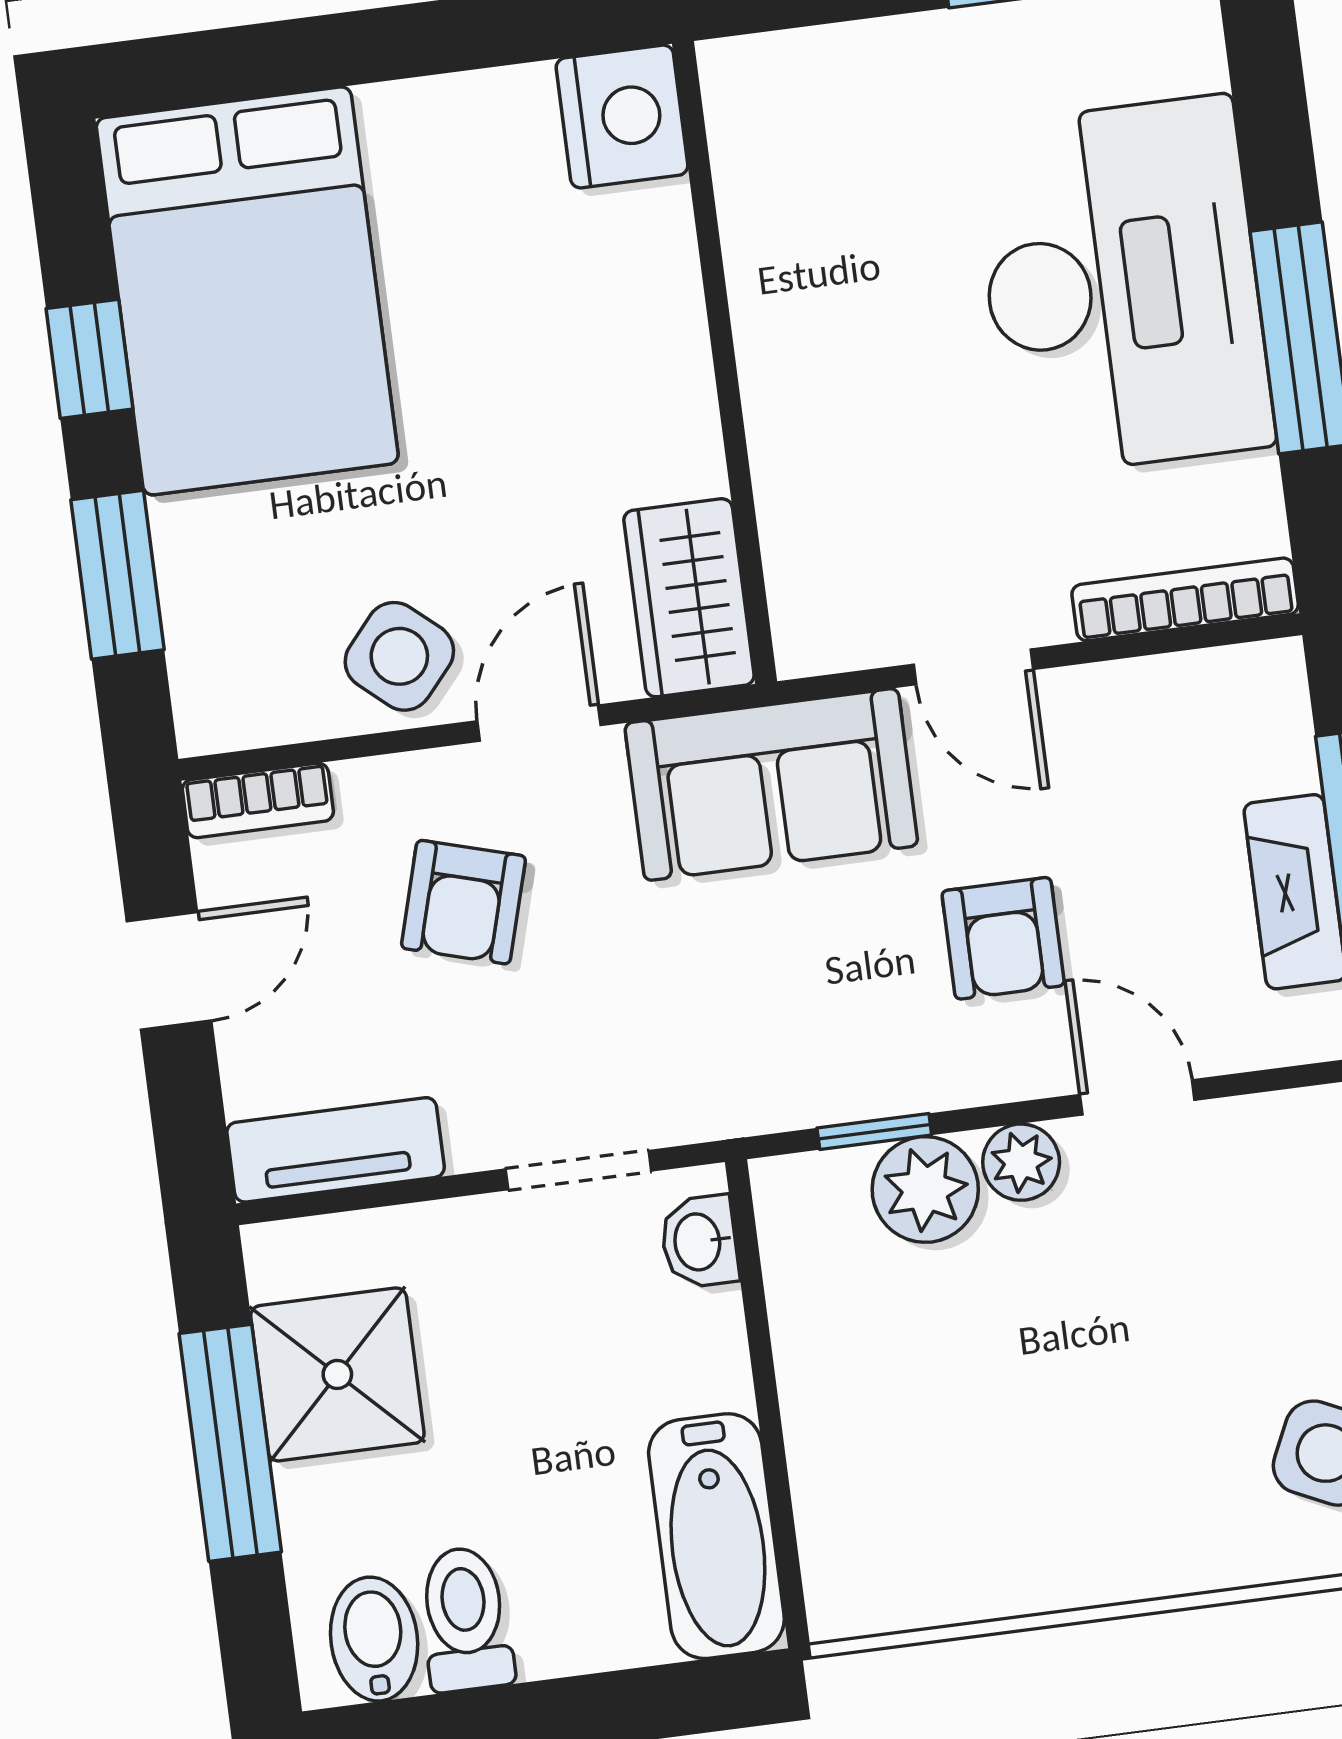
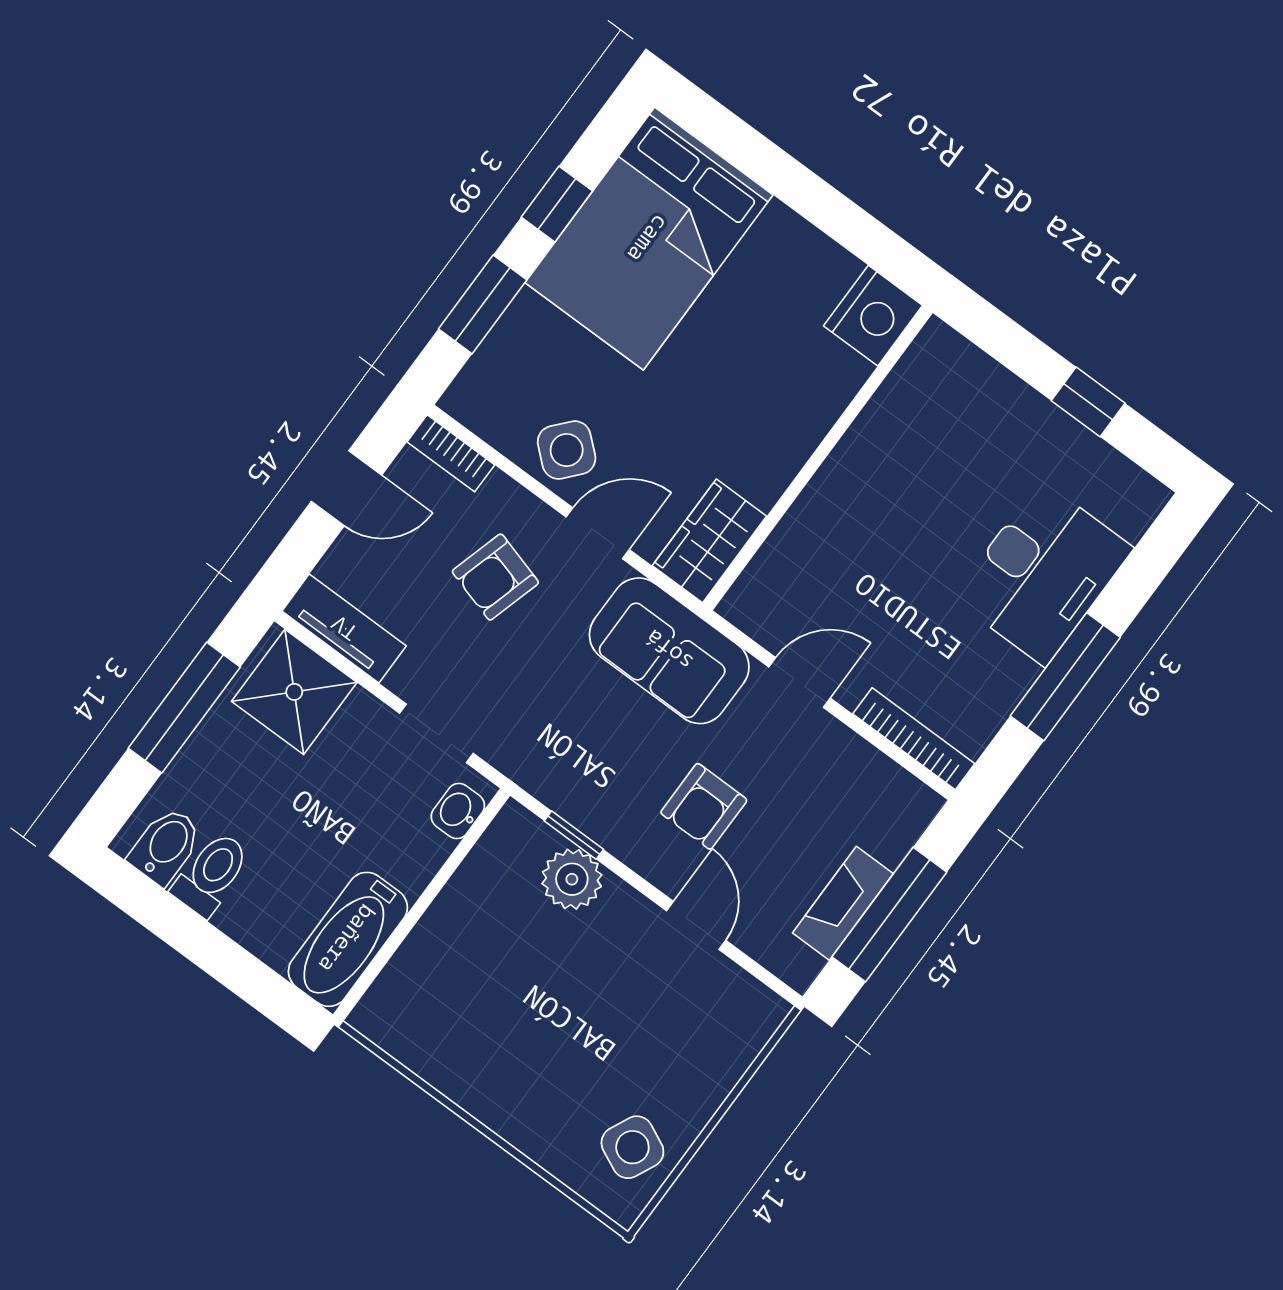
desk: (1122, 286) -> (1043, 573), width x0.73, depth x0.77
door: (973, 667) -> (799, 682), swing flipped
plant: (1021, 1162) -> (622, 906), removed
shower: (337, 1374) -> (294, 692), moved

